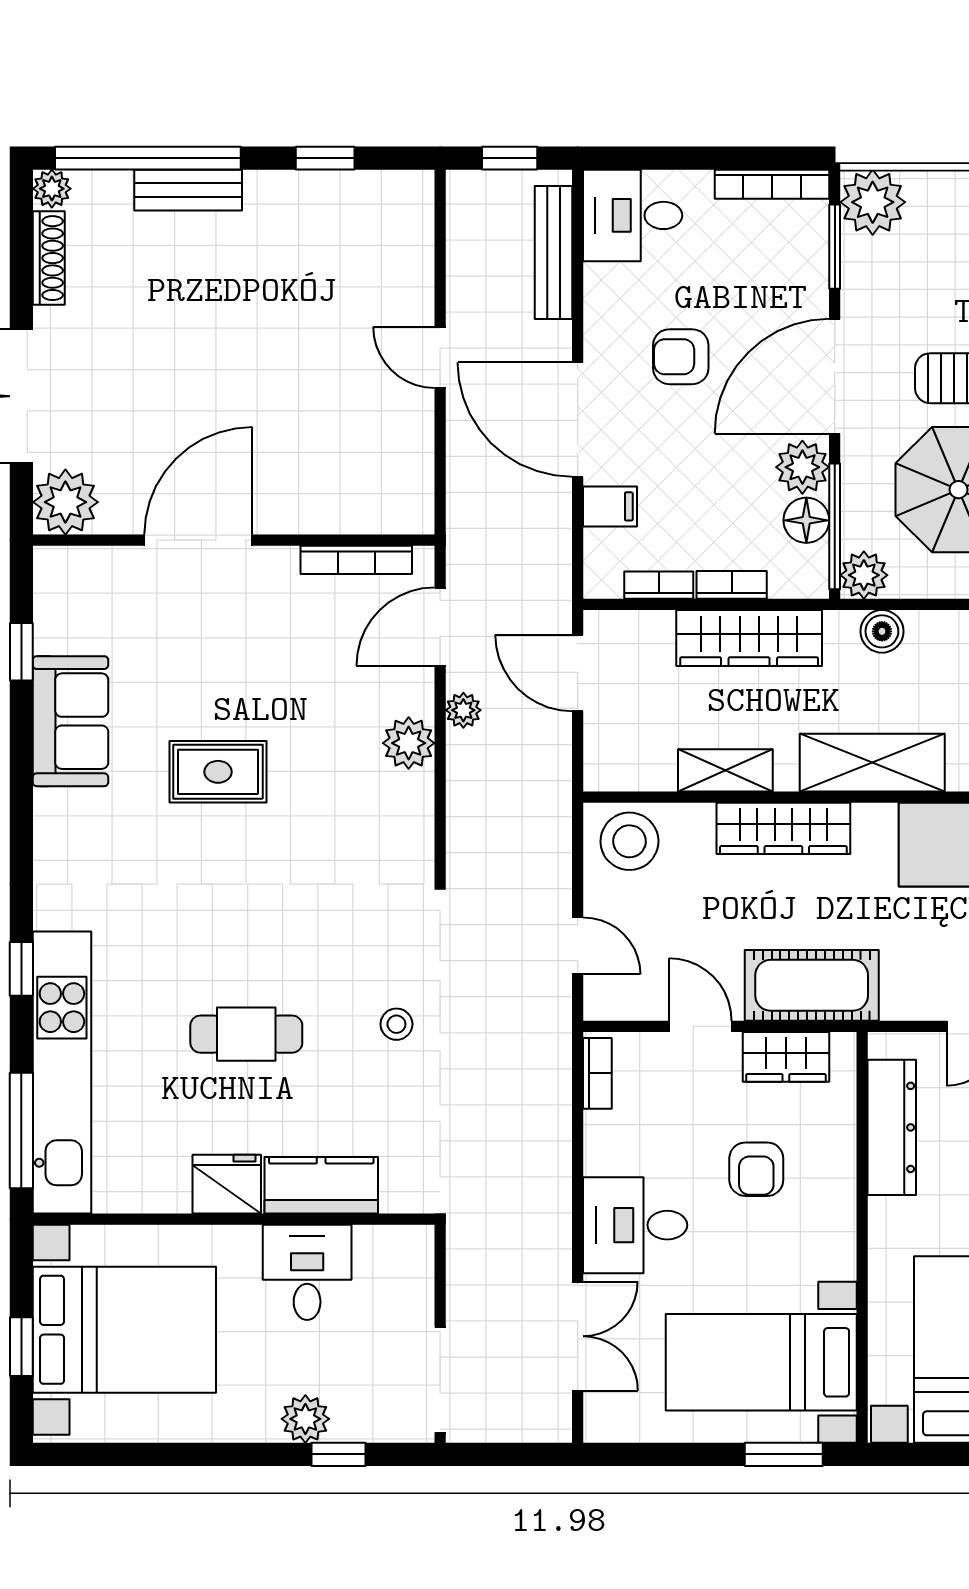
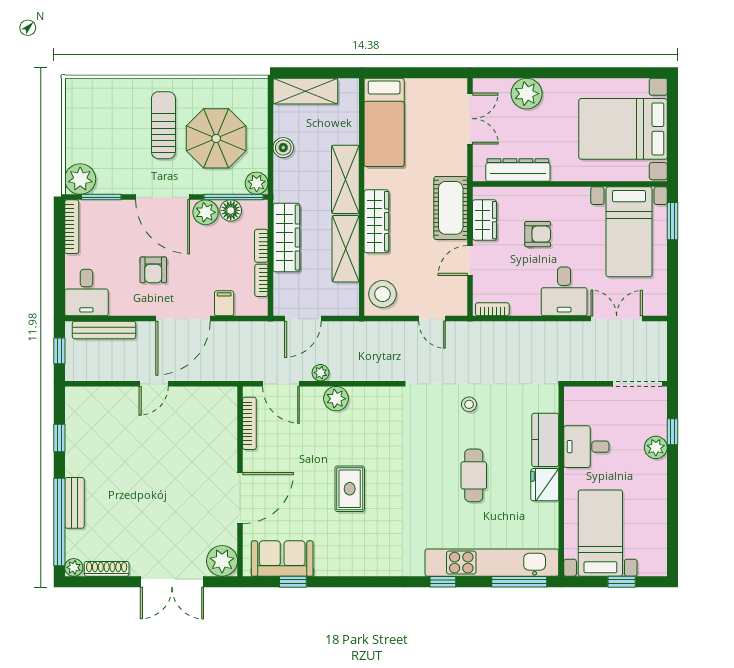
door: (198, 540) -> (240, 498), swing flipped
boiler: (882, 631) -> (283, 148), moved
sofa: (70, 721) -> (282, 559), moved
shelving: (725, 770) -> (346, 249), width x1.50, depth x1.33
door: (578, 946) -> (432, 319), swing flipped
bed with nightstands: (124, 1330) -> (600, 533), width x0.73

